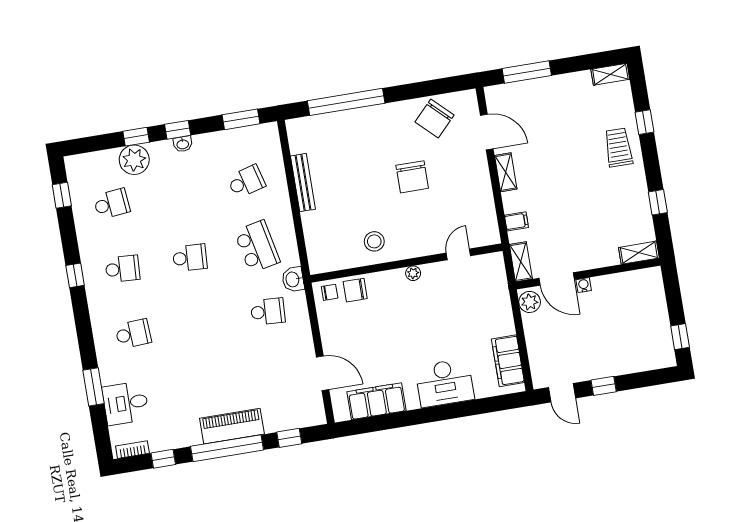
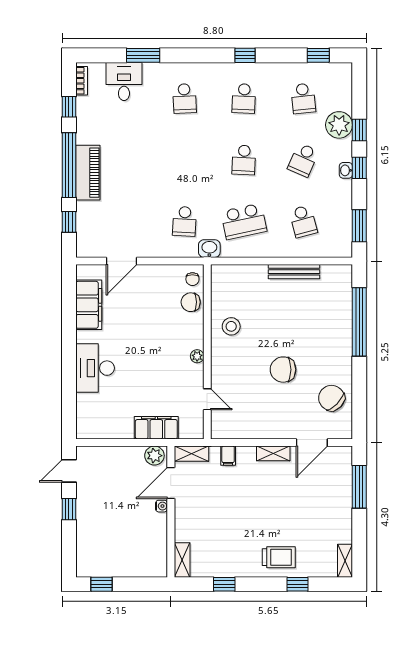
school desk: (179, 193) -> (303, 160), added
chair: (355, 290) -> (191, 302), turned -90
filing cabinet: (508, 361) -> (156, 428), moved

